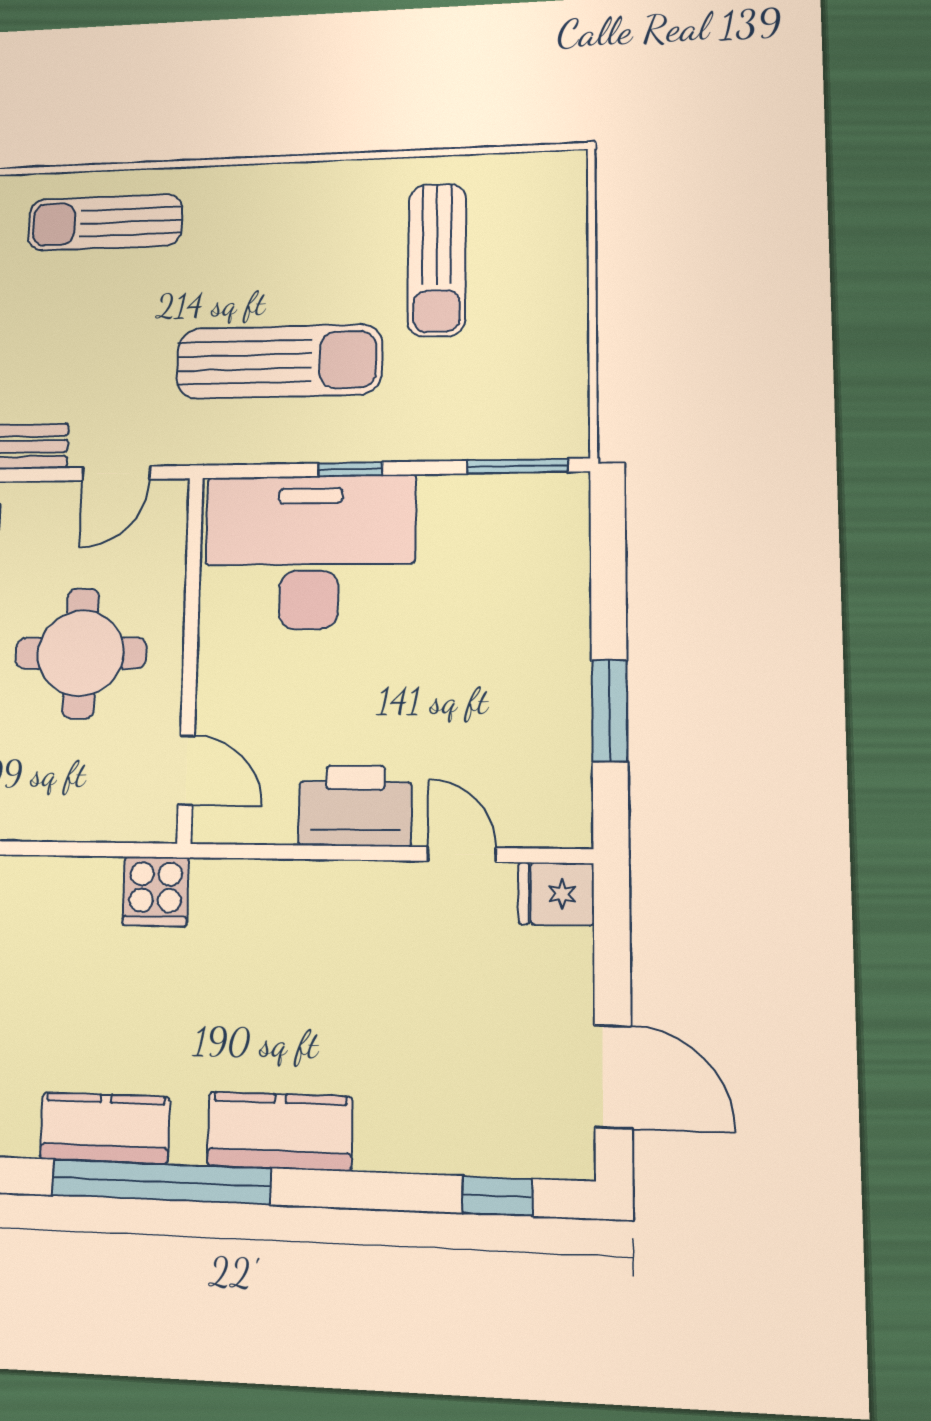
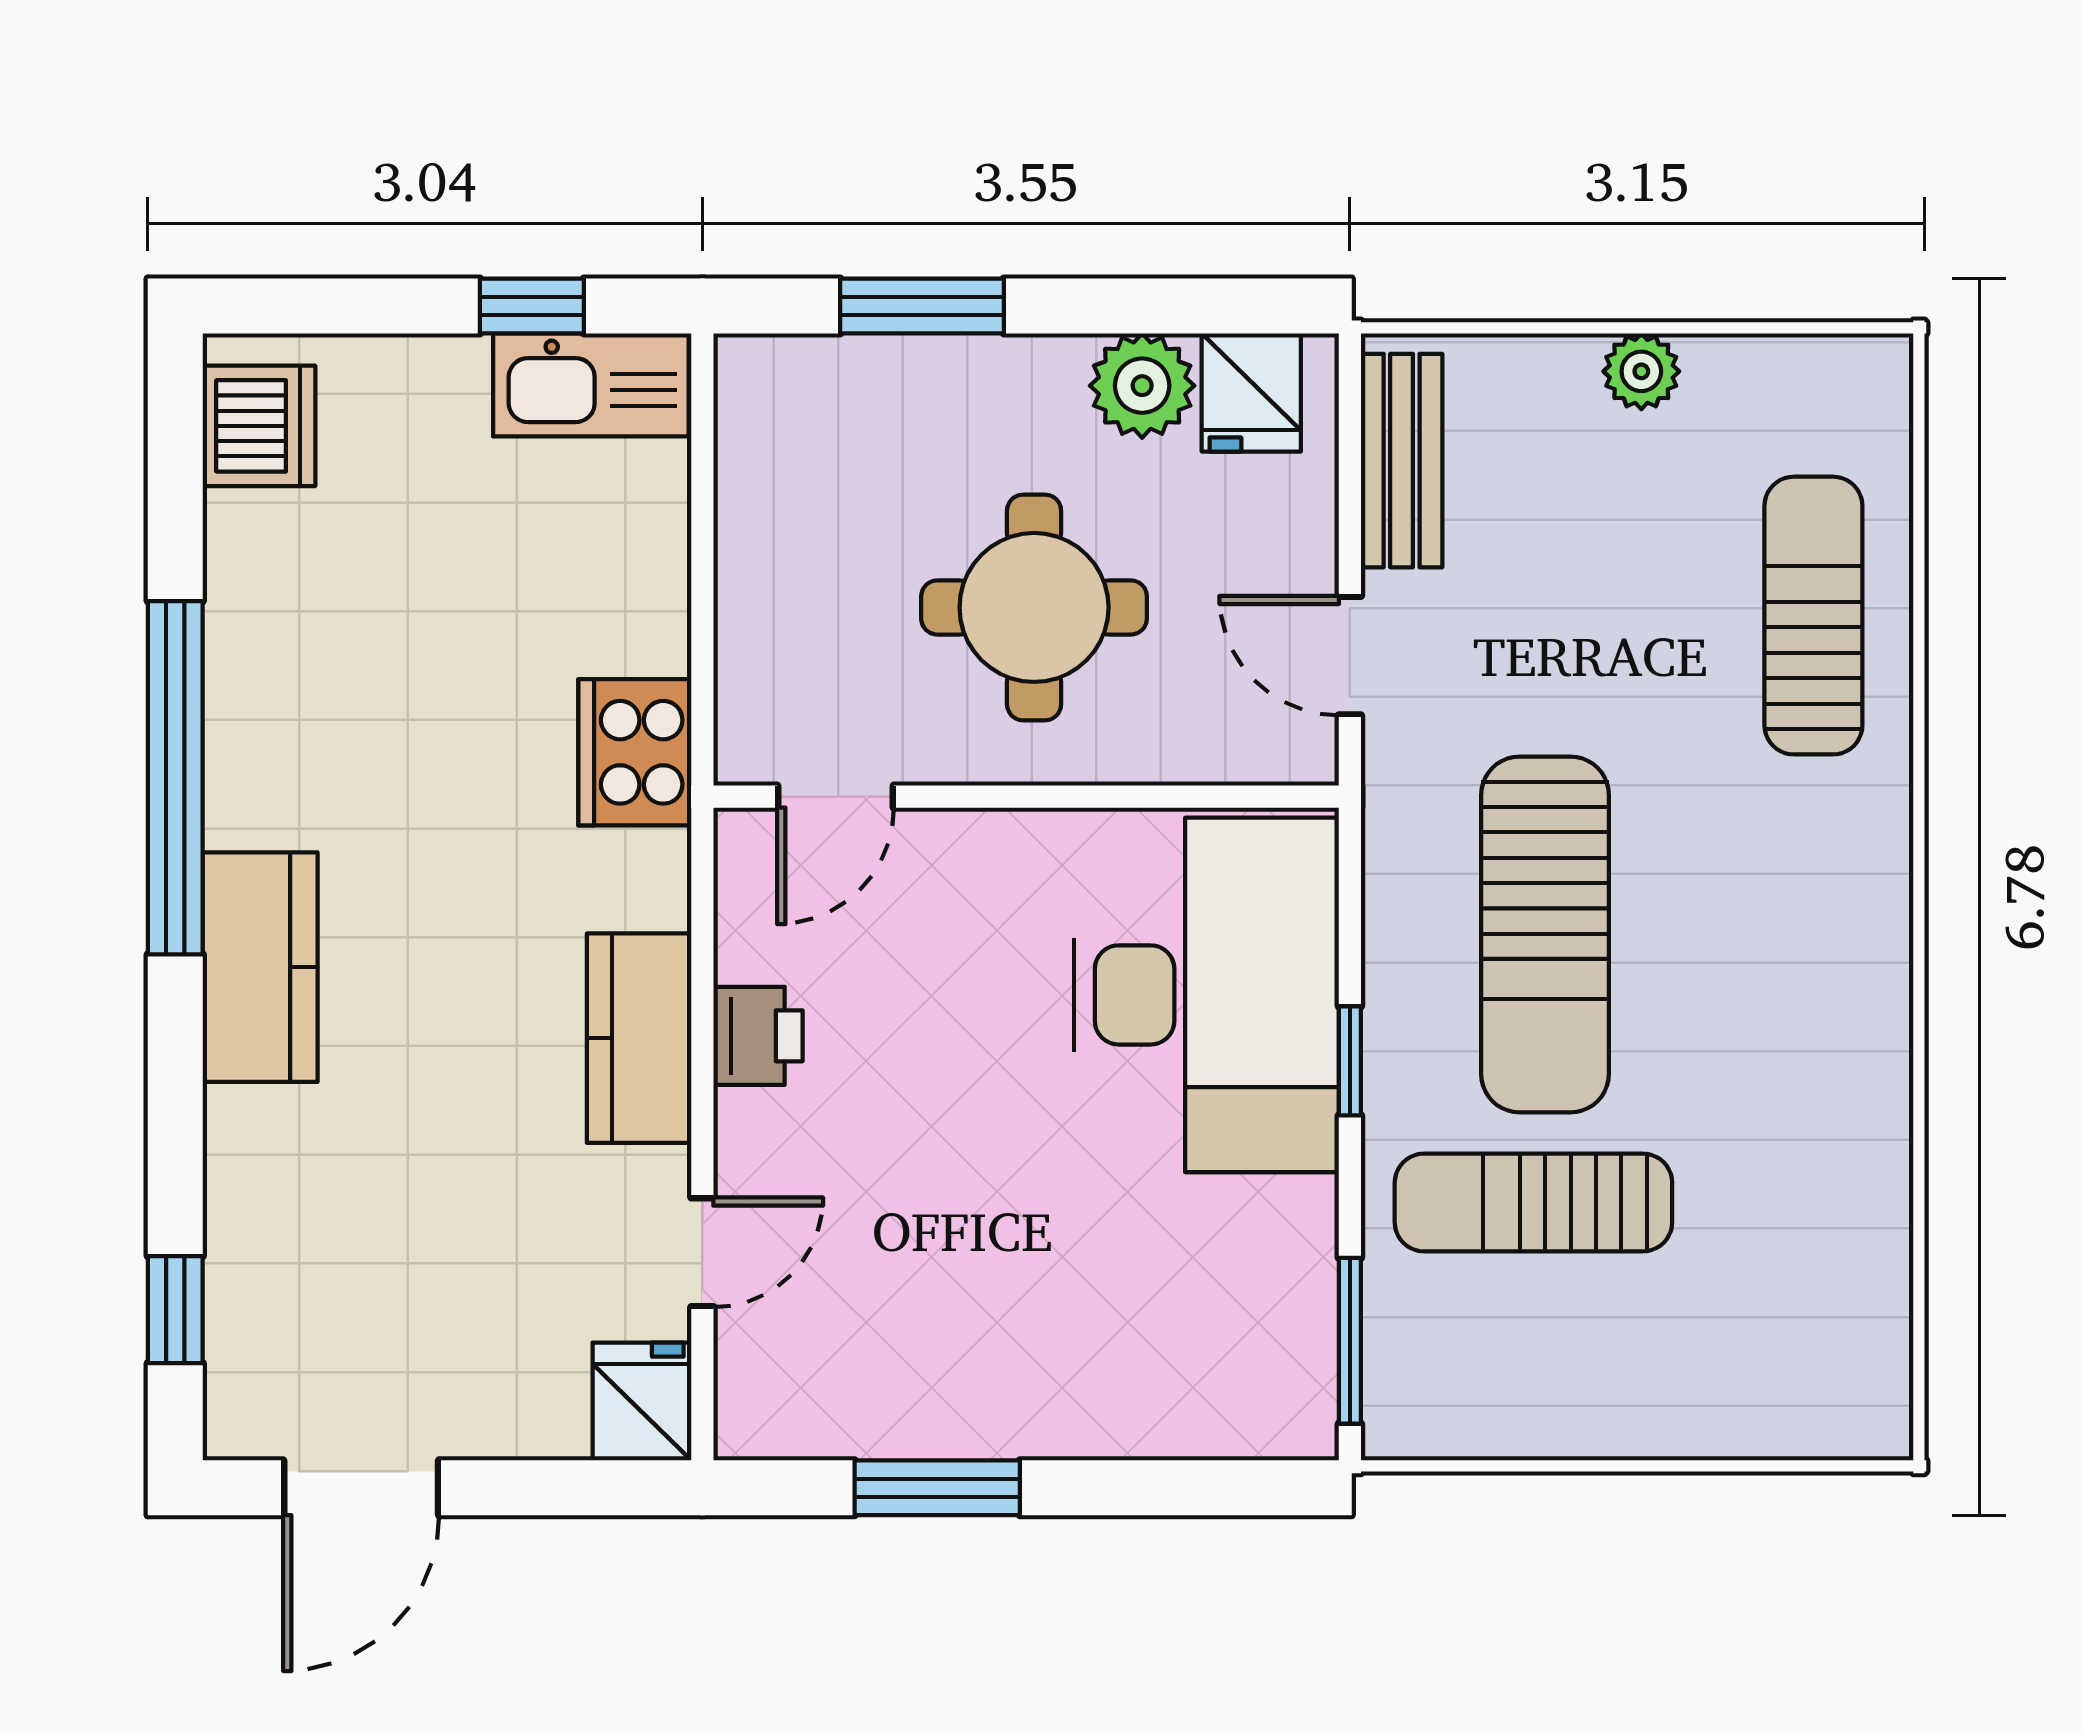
sun lounger: (437, 260) -> (1533, 1203), moved
printer: (355, 806) -> (758, 1036), width x0.53, depth x0.68
cooker: (156, 891) -> (635, 752), width x1.36
kitchen counter: (105, 1128) -> (639, 1038), moved, turned 180

